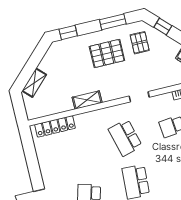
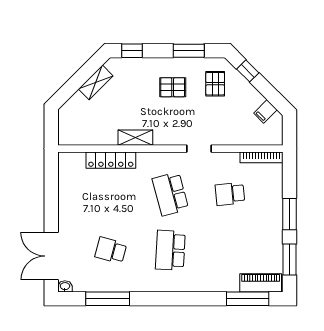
pallet: (107, 53) -> (173, 87), width x0.67, depth x0.71
shelving: (34, 83) -> (96, 82), moved
locker: (55, 126) -> (111, 160), moved

